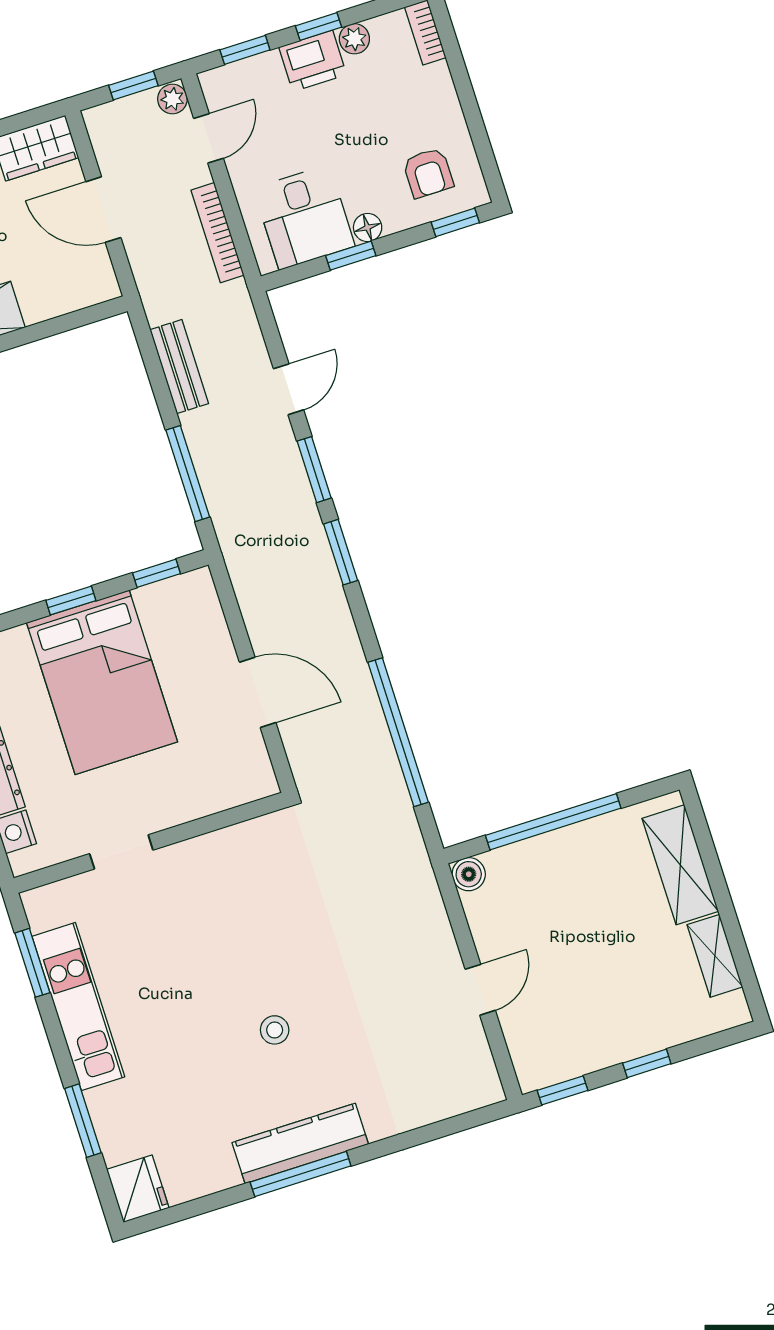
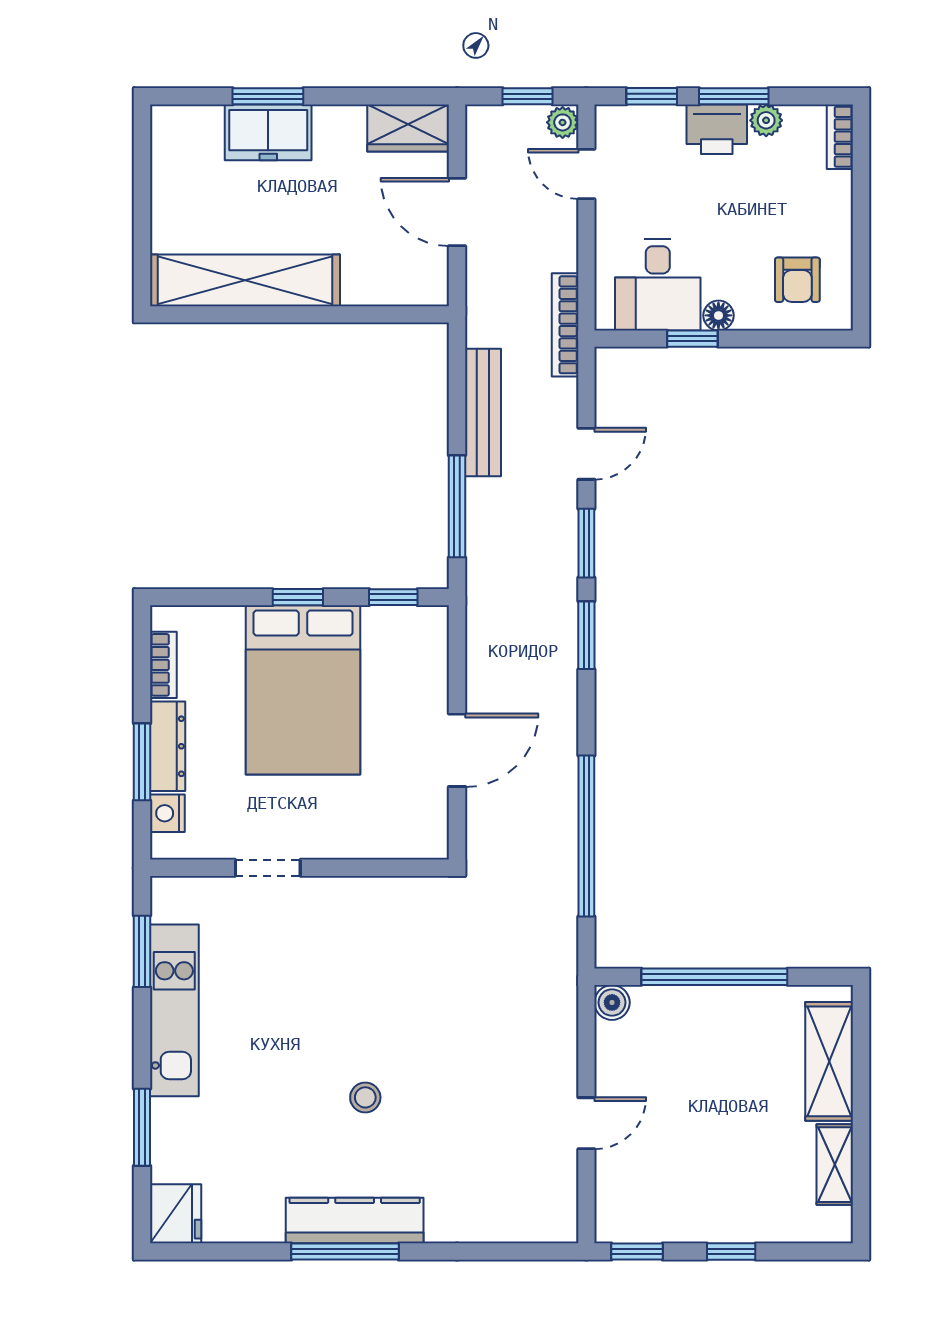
window: (318, 26) -> (734, 96), width x1.50
door: (208, 138) -> (586, 174), swing flipped
window: (455, 222) -> (809, 339), removed
bookcase: (218, 233) -> (565, 325), moved
bench: (179, 367) -> (483, 412), width x1.36
door: (258, 692) -> (457, 750), hinge flipped

